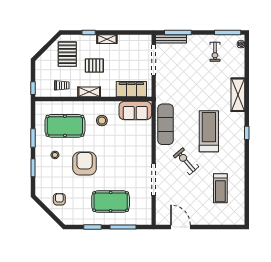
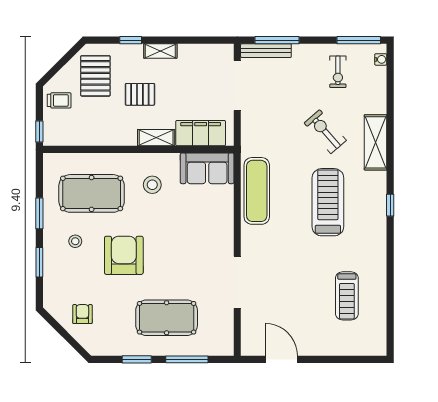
trolley: (62, 85) -> (59, 100), moved
shelving: (89, 92) -> (156, 138), moved
exercise bike: (186, 161) -> (325, 132), moved

